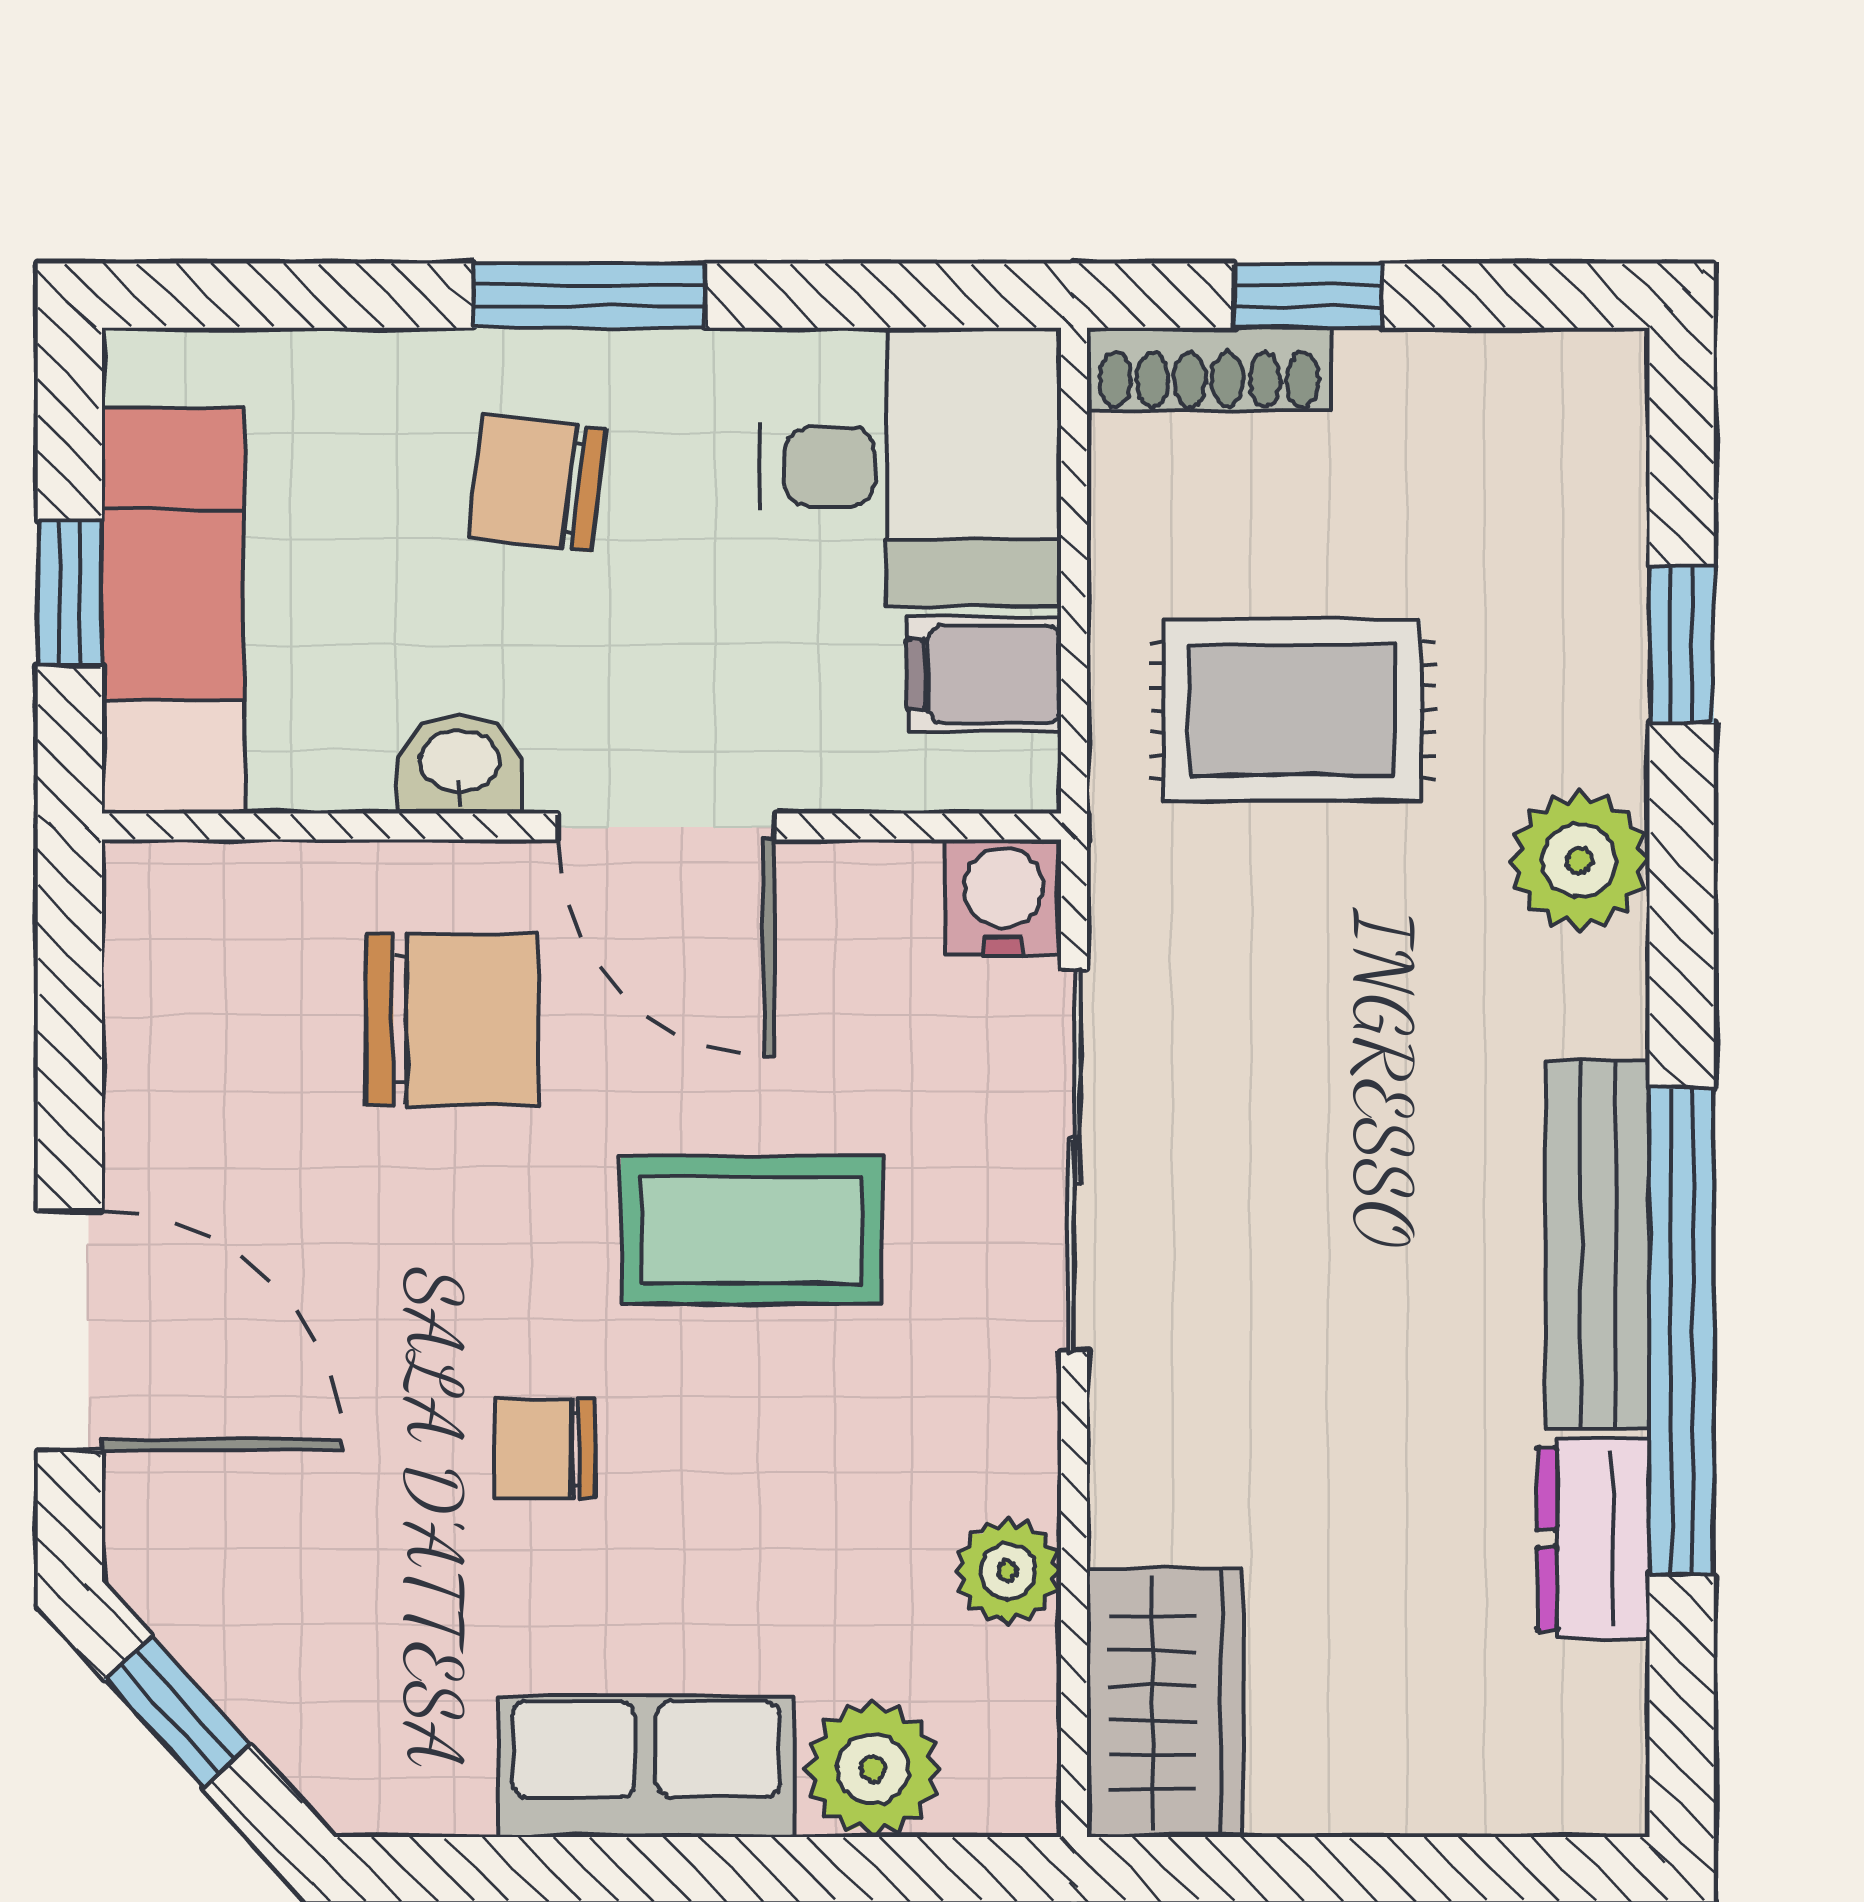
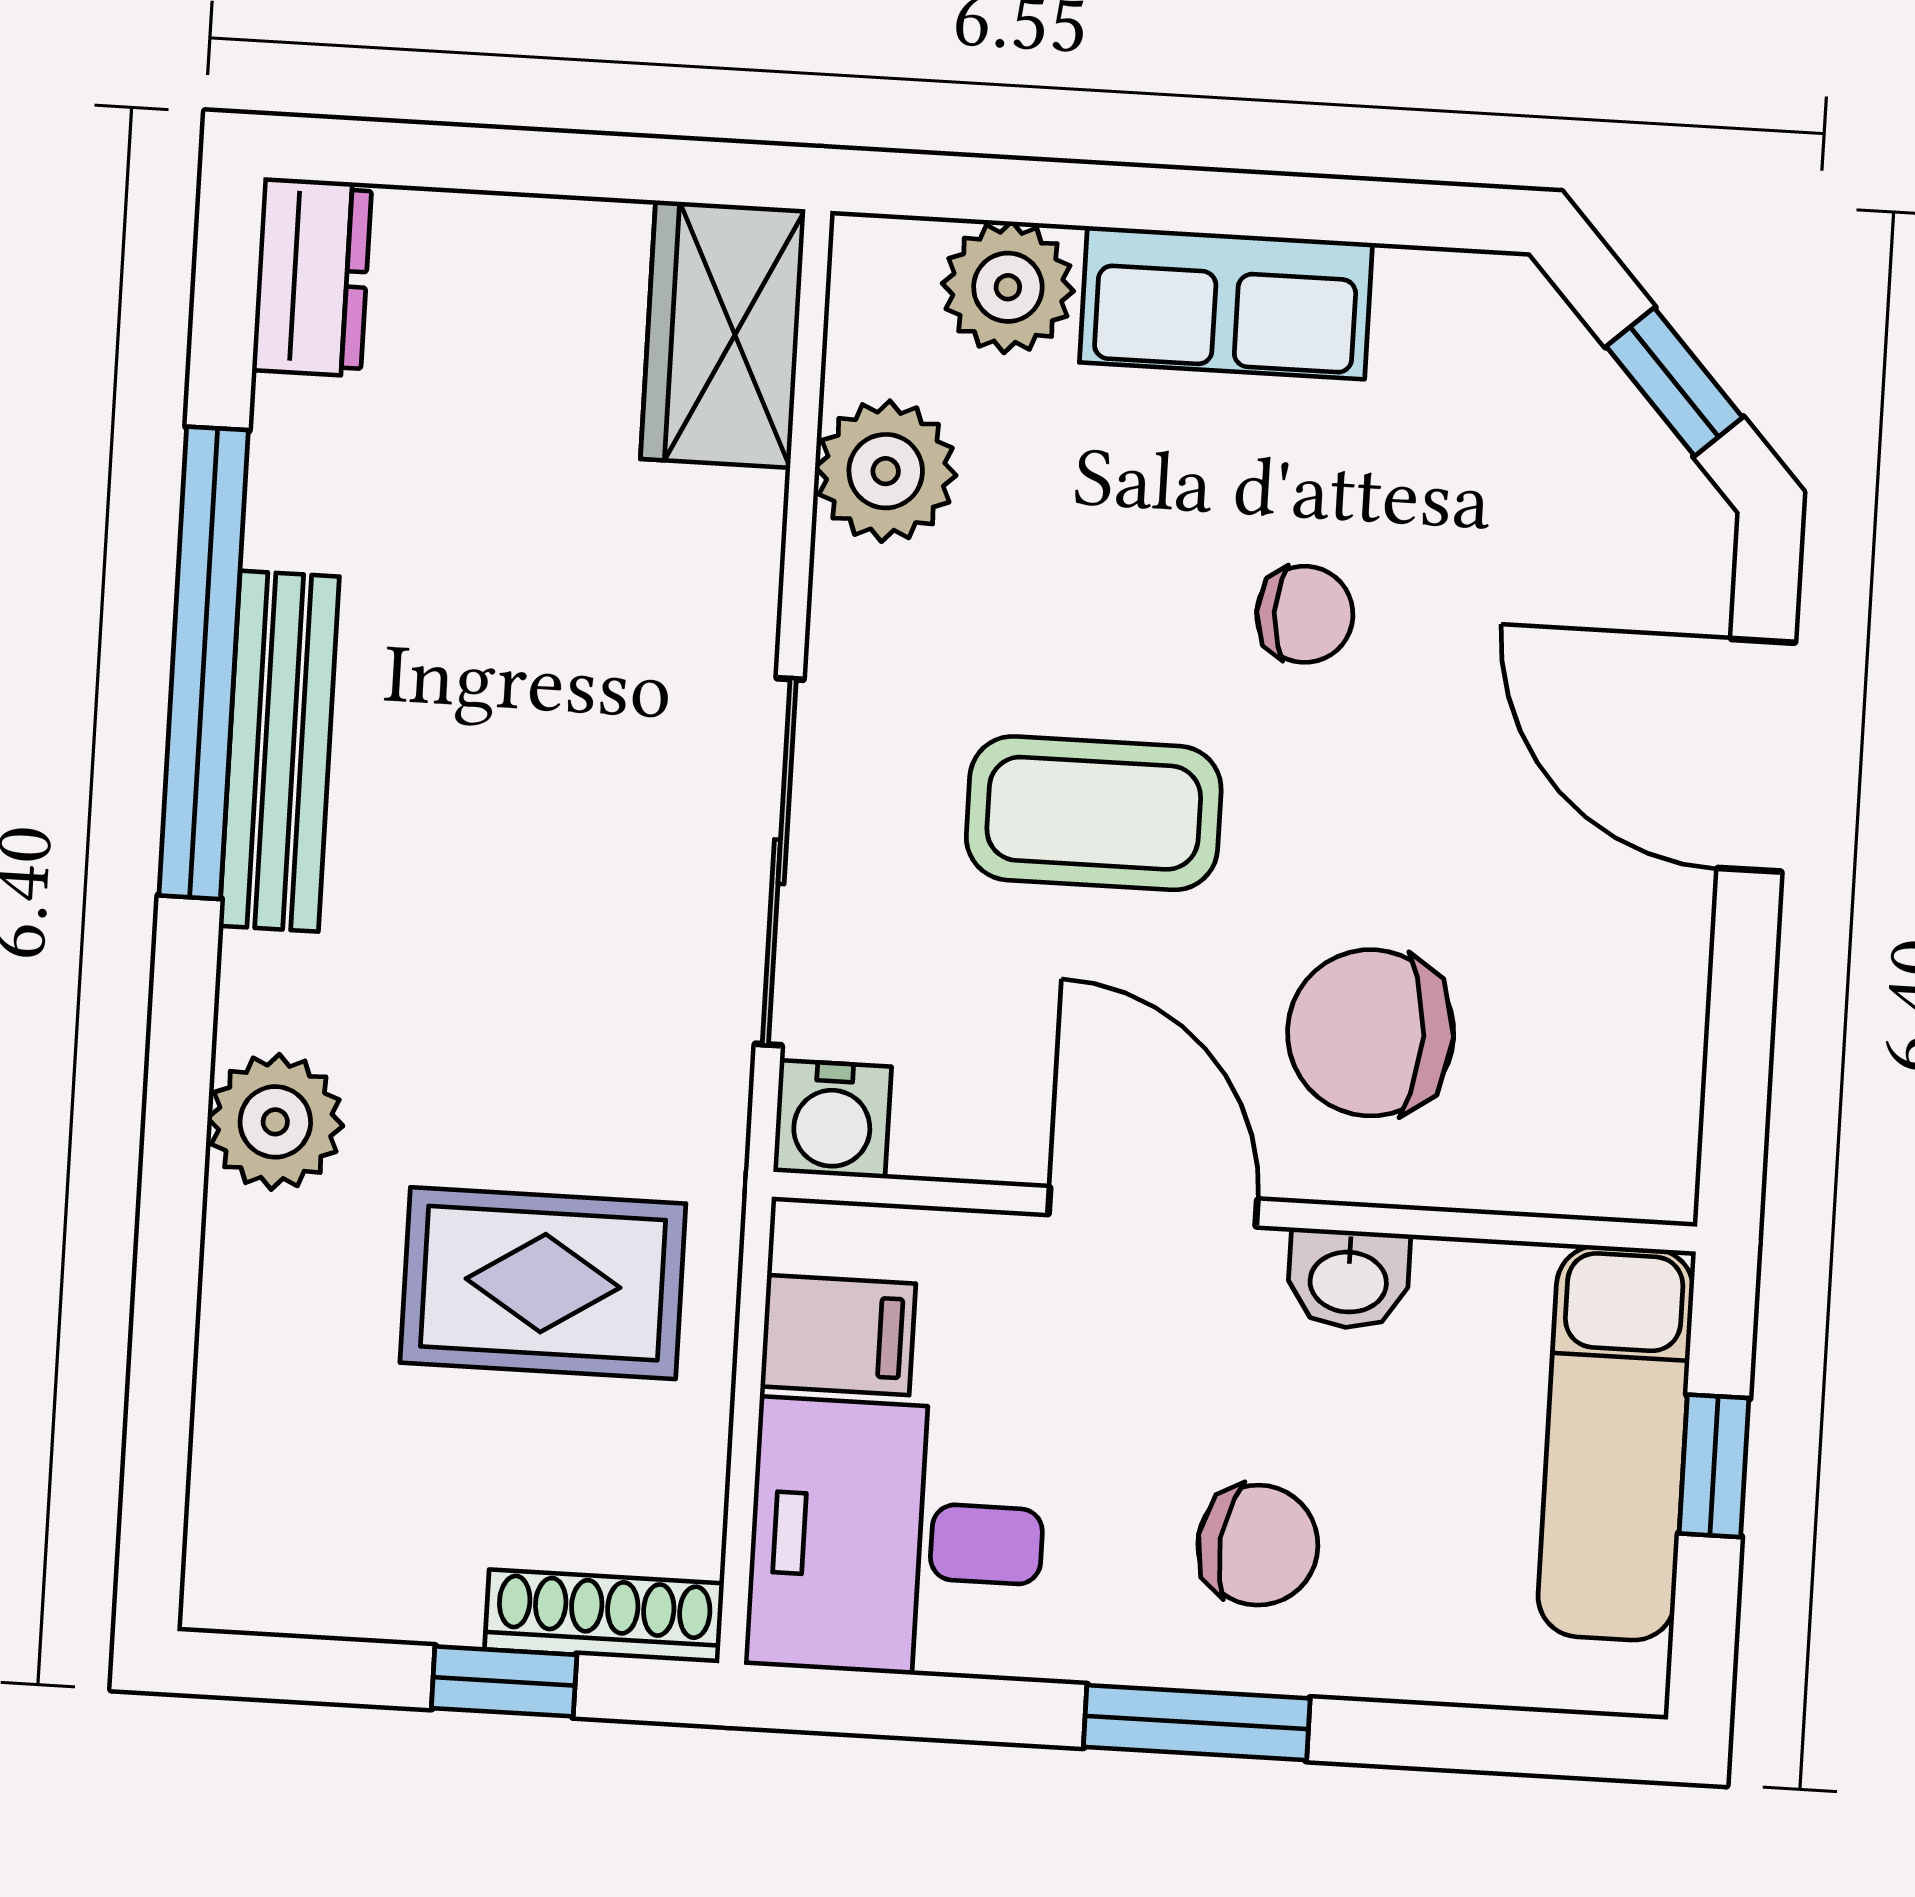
window: (1682, 645) -> (164, 1324), removed
dresser: (1593, 1539) -> (312, 277), moved
plant: (1008, 1571) -> (886, 471), width x1.38, depth x1.38

